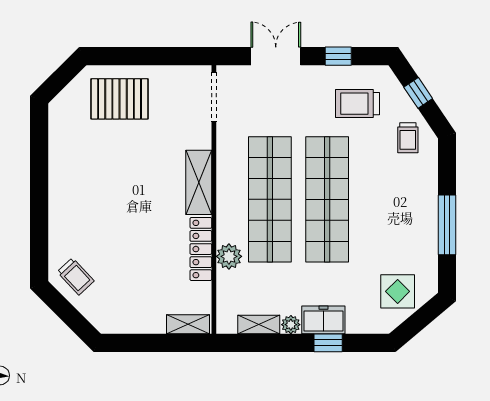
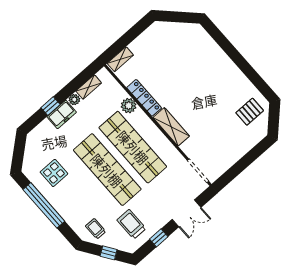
pallet: (120, 99) -> (250, 112), moved, width x0.67, depth x0.71
trolley: (357, 104) -> (131, 224), turned -90
window: (447, 225) -> (44, 205), width x1.46
trolley: (76, 276) -> (189, 36), removed
display table: (398, 291) -> (54, 173), moved

